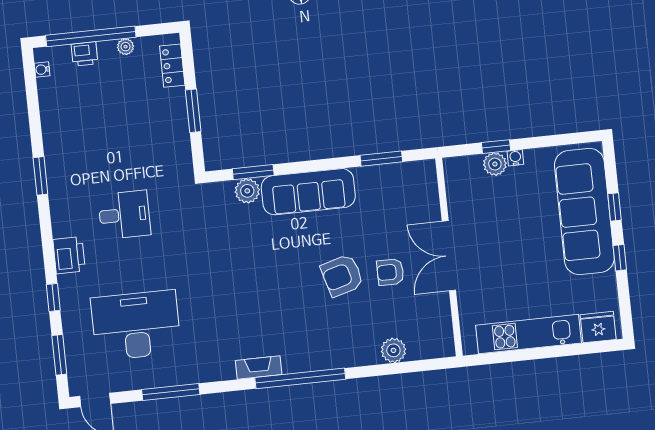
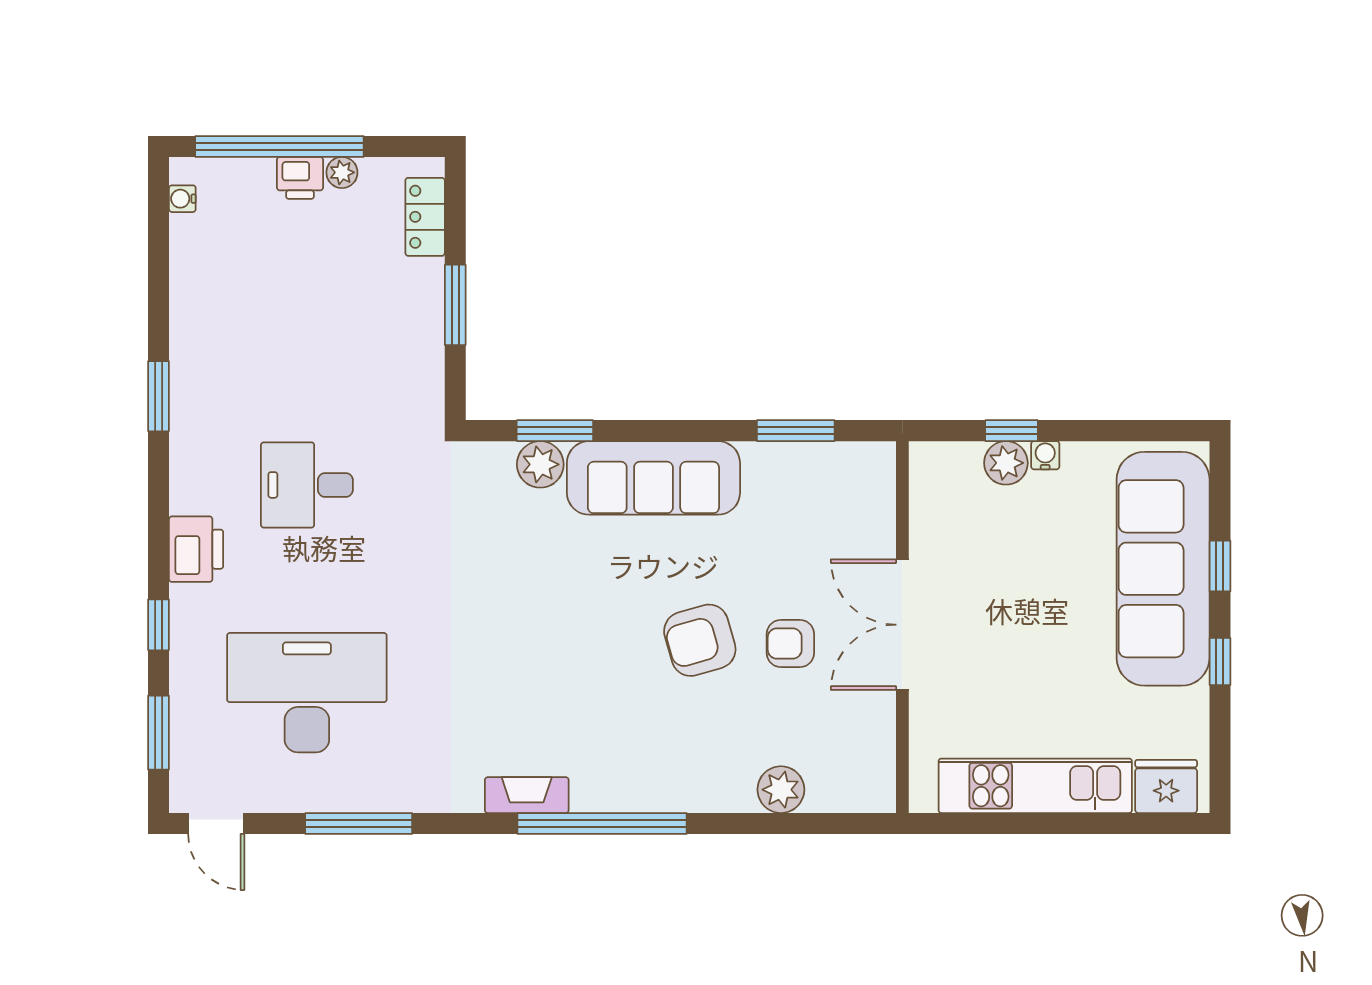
printer: (84, 54) -> (300, 178), moved
desk: (124, 215) -> (307, 485), turned 180

